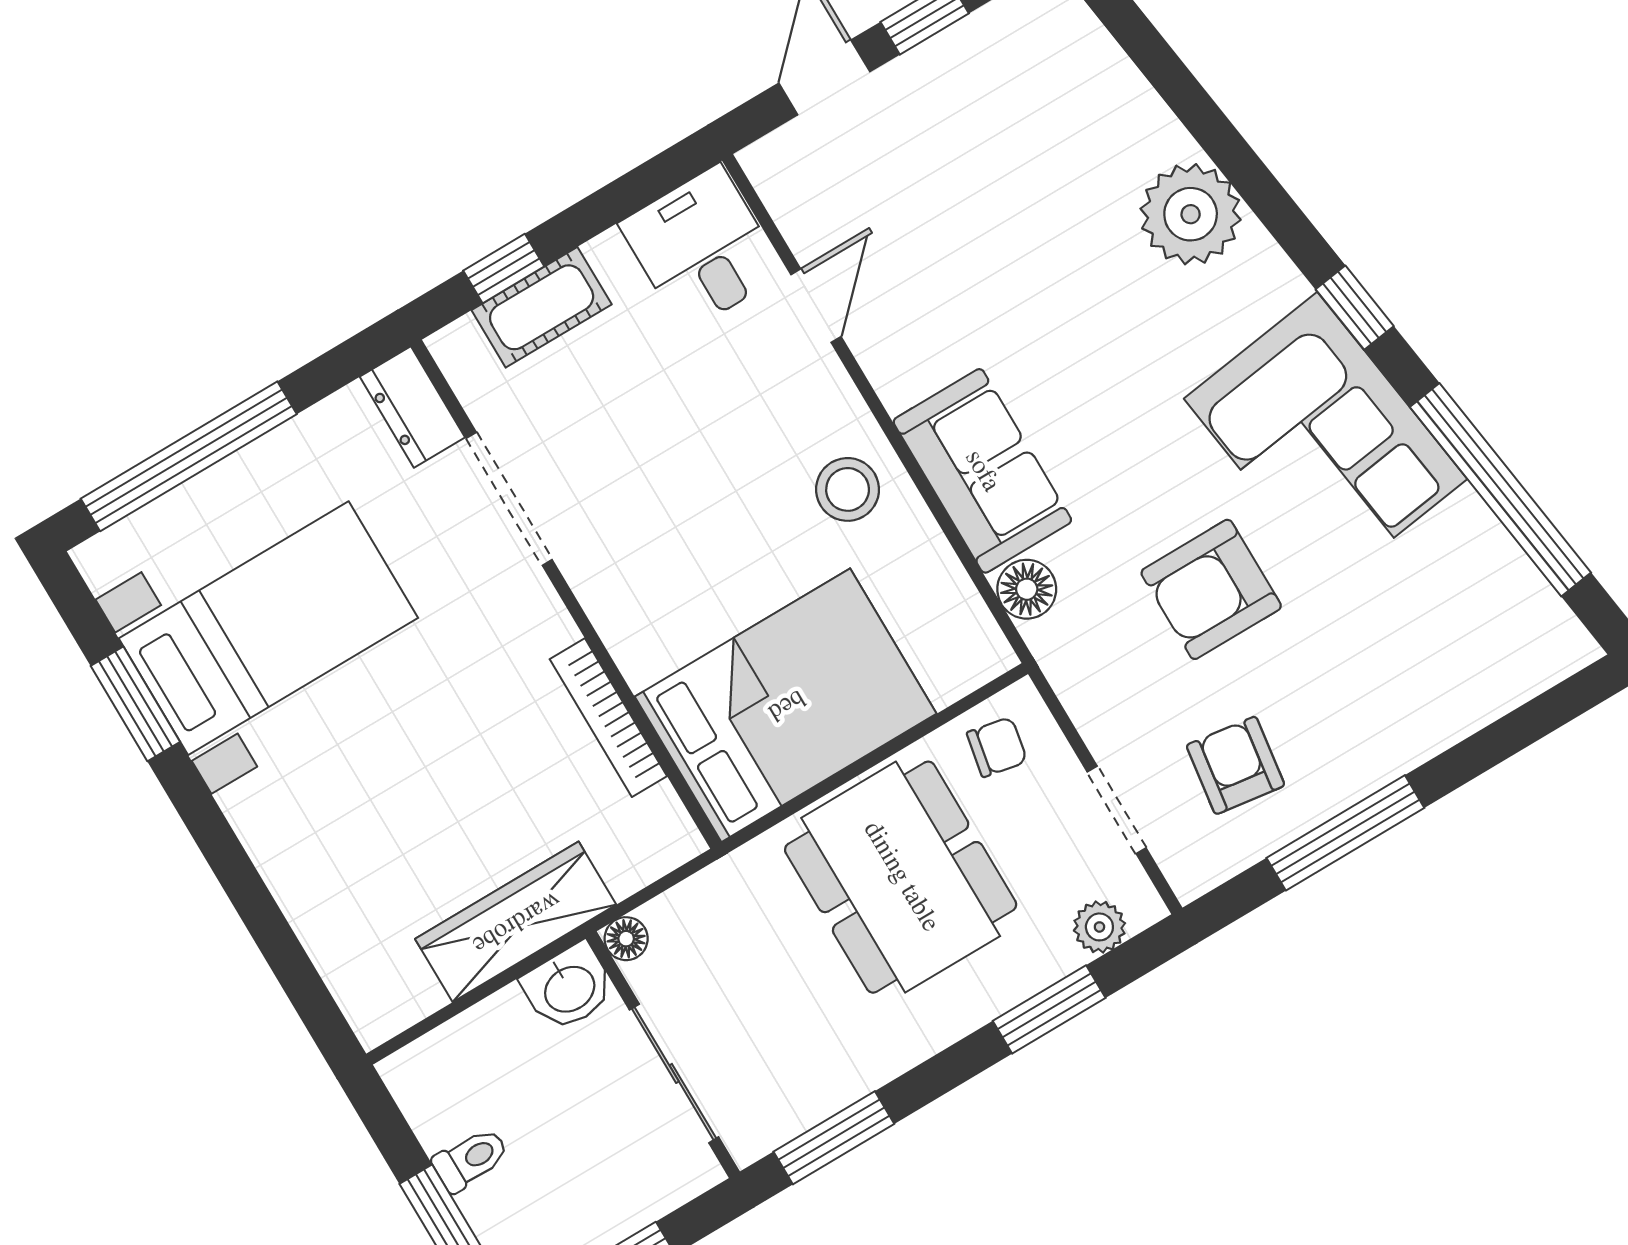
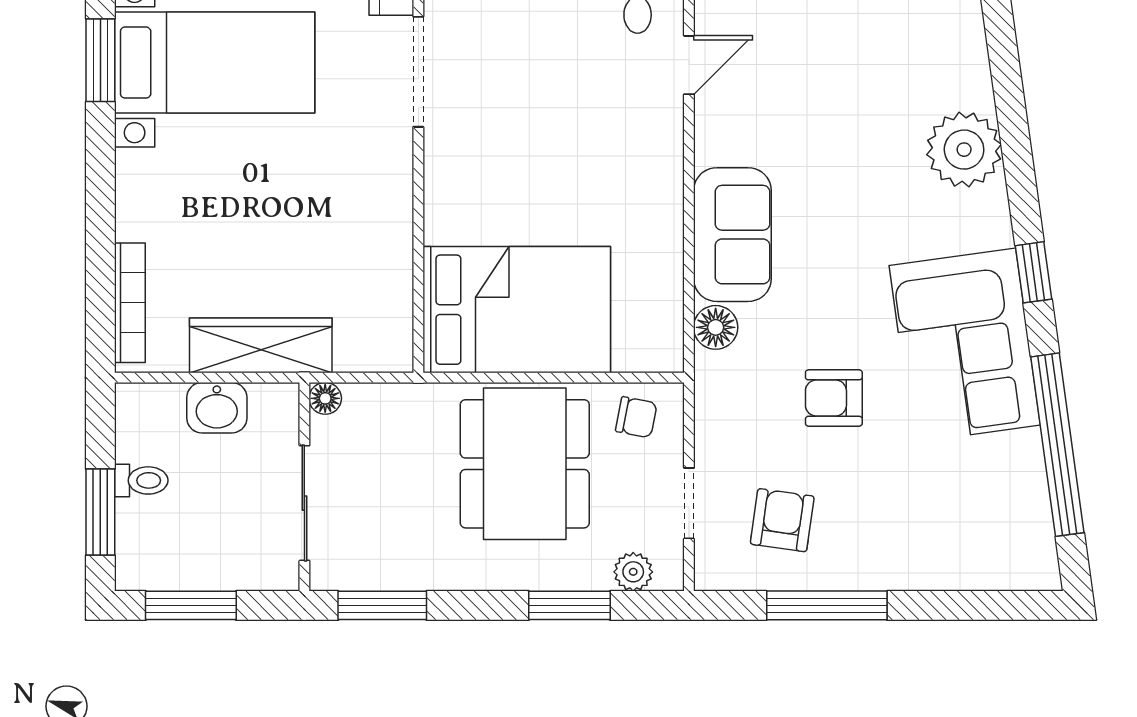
stool: (848, 489) -> (639, 195), removed
armchair: (1211, 589) -> (834, 398), width x0.72, depth x0.72
bookcase: (608, 718) -> (130, 303), moved, turned 180
washbasin: (569, 987) -> (217, 408), moved

